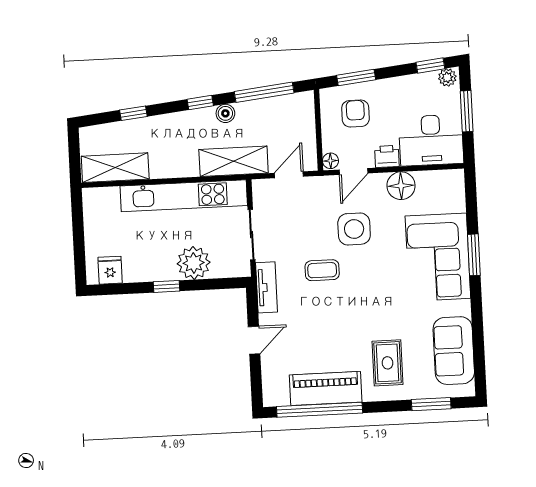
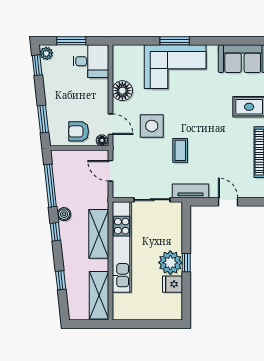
armchair: (355, 113) -> (79, 131), moved
desk: (431, 140) -> (91, 61), width x0.73
printer: (387, 156) -> (101, 100), removed
shelving: (234, 161) -> (99, 234), moved
plant: (194, 263) -> (170, 263), moved
fridge: (110, 270) -> (172, 284), moved

